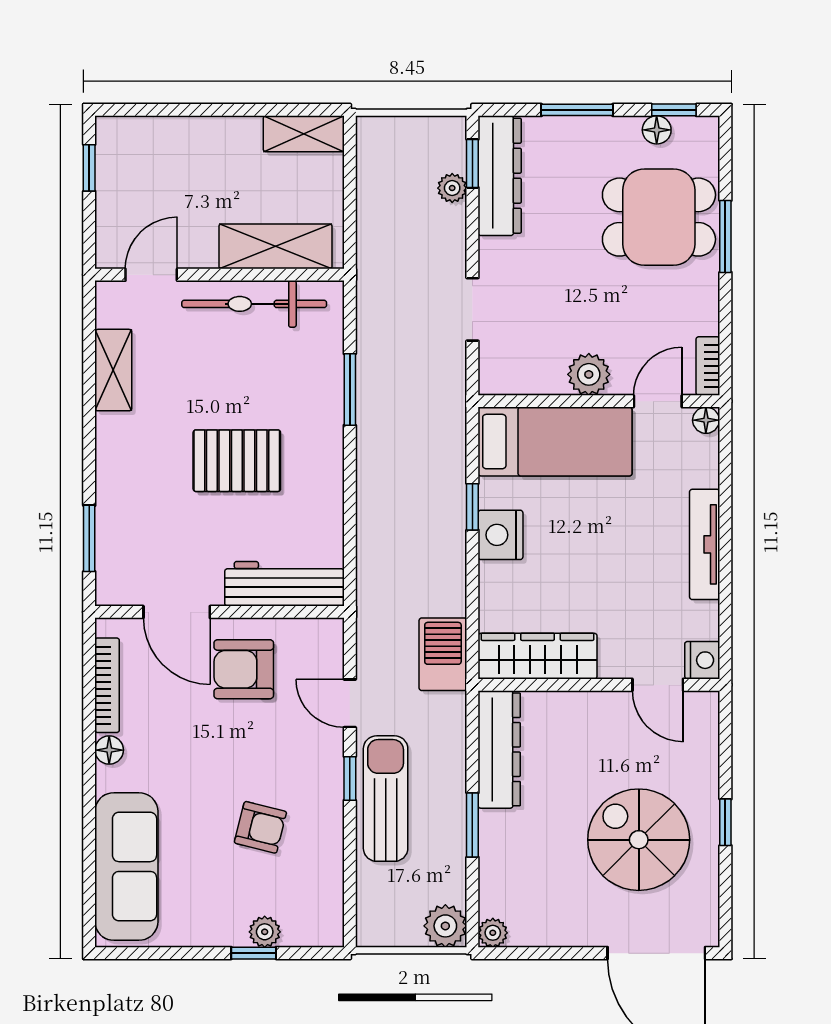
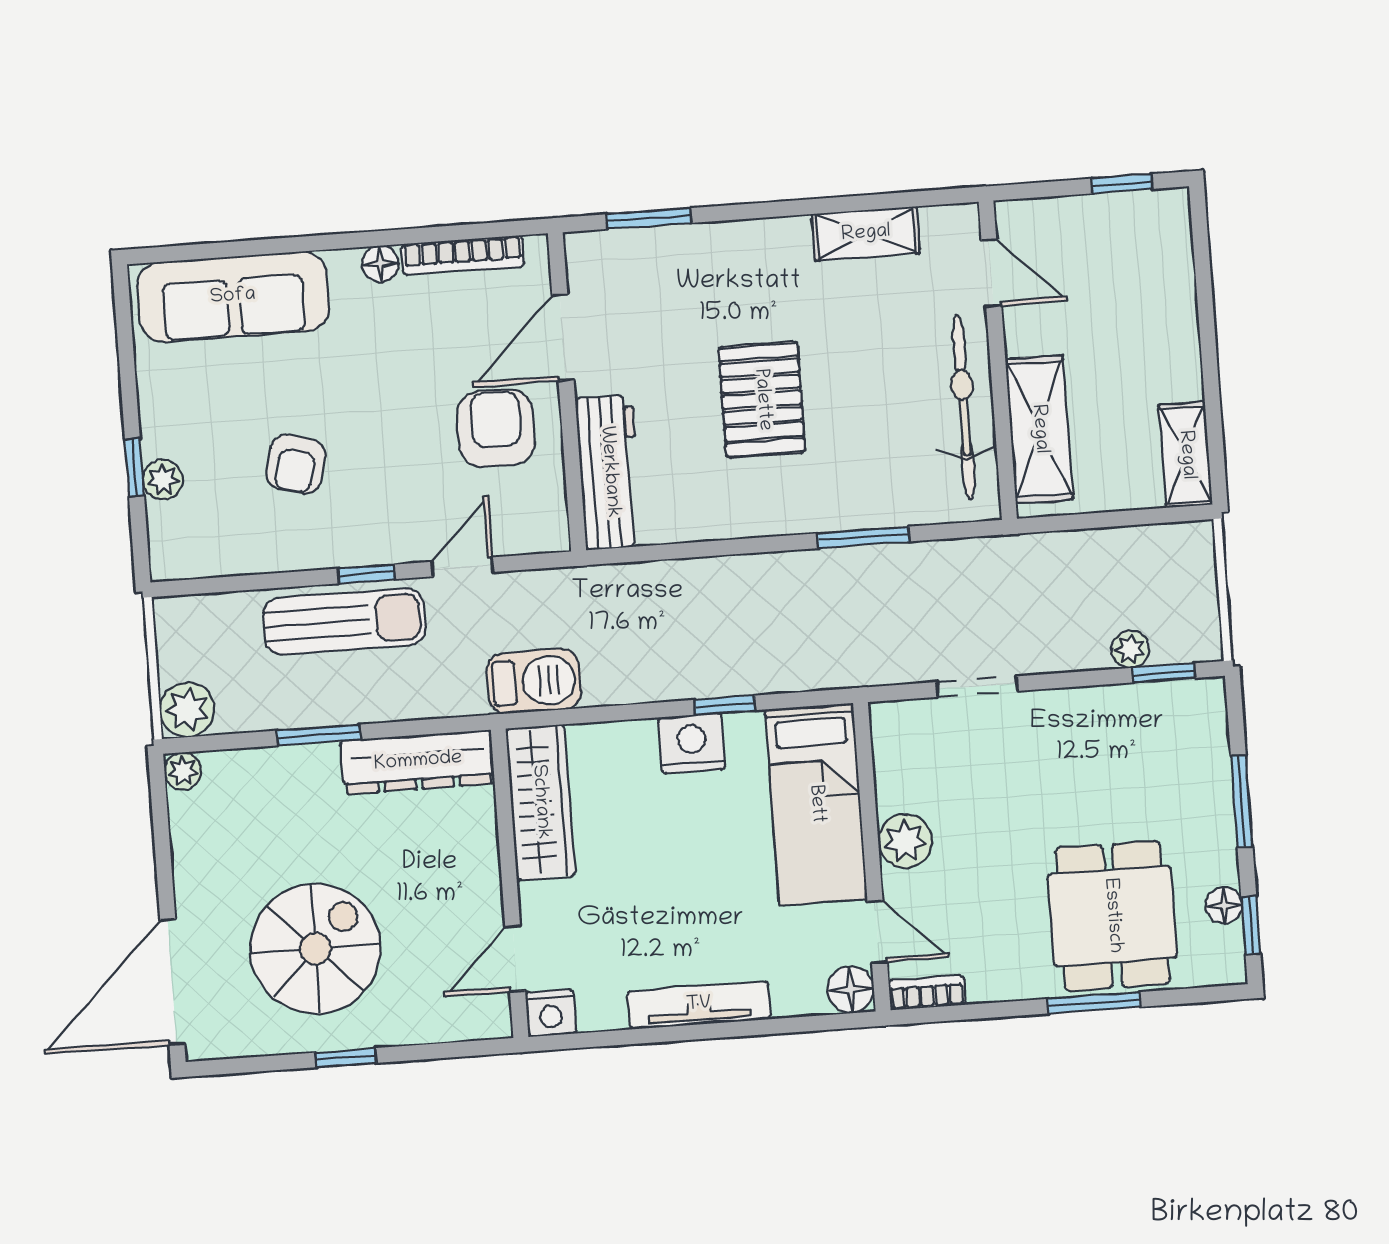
dresser: (500, 176) -> (1150, 709), removed
floor lamp: (706, 420) -> (851, 989), width x1.37, depth x1.37

